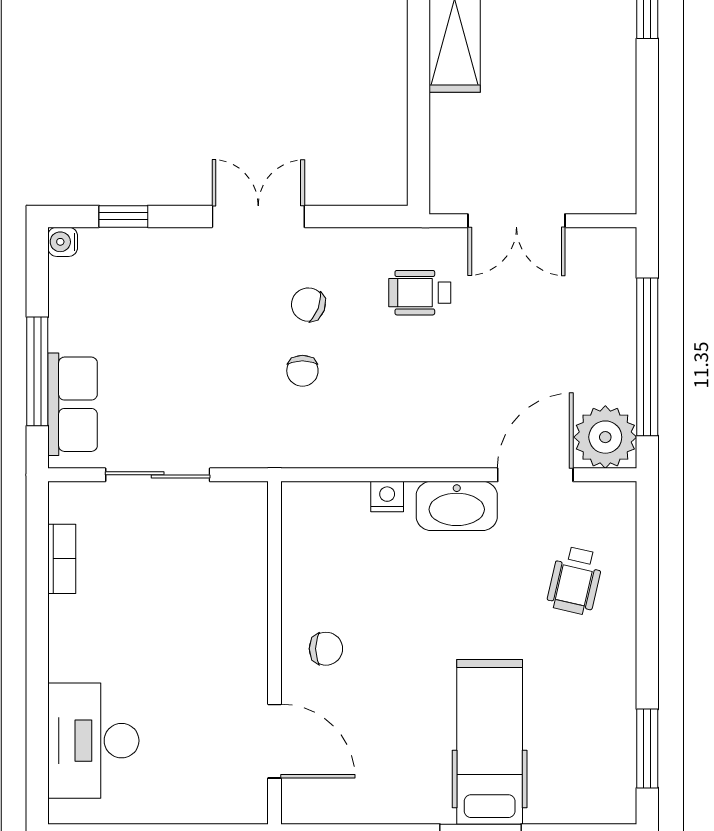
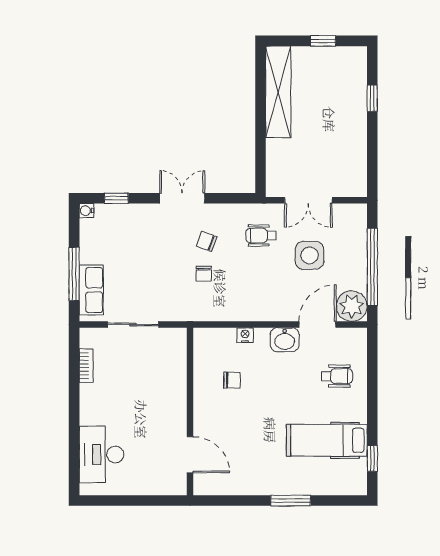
side table: (519, 333) -> (310, 255), added
washbasin: (457, 506) -> (285, 340), width x0.72
wheelchair: (575, 580) -> (337, 376), turned -103
chair: (326, 649) -> (232, 380), moved
hospital bed: (490, 742) -> (327, 440), moved, turned -90
window: (647, 748) -> (372, 458), width x0.67

